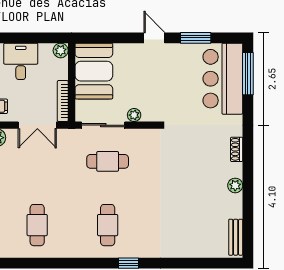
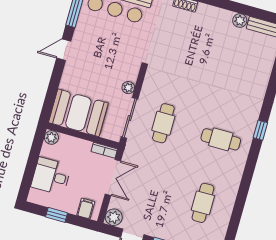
bookcase: (63, 101) -> (104, 150), width x0.64
plant: (235, 185) -> (240, 21), moved
cafe table: (37, 225) -> (203, 203), turned 90

